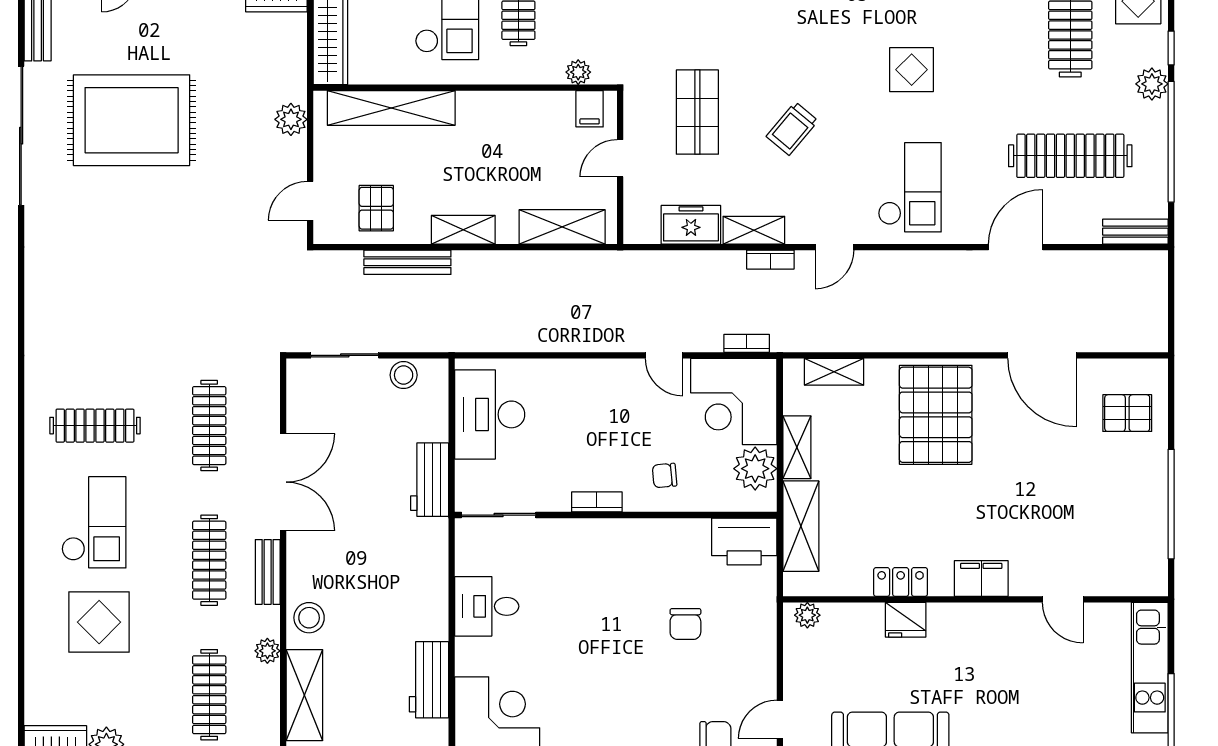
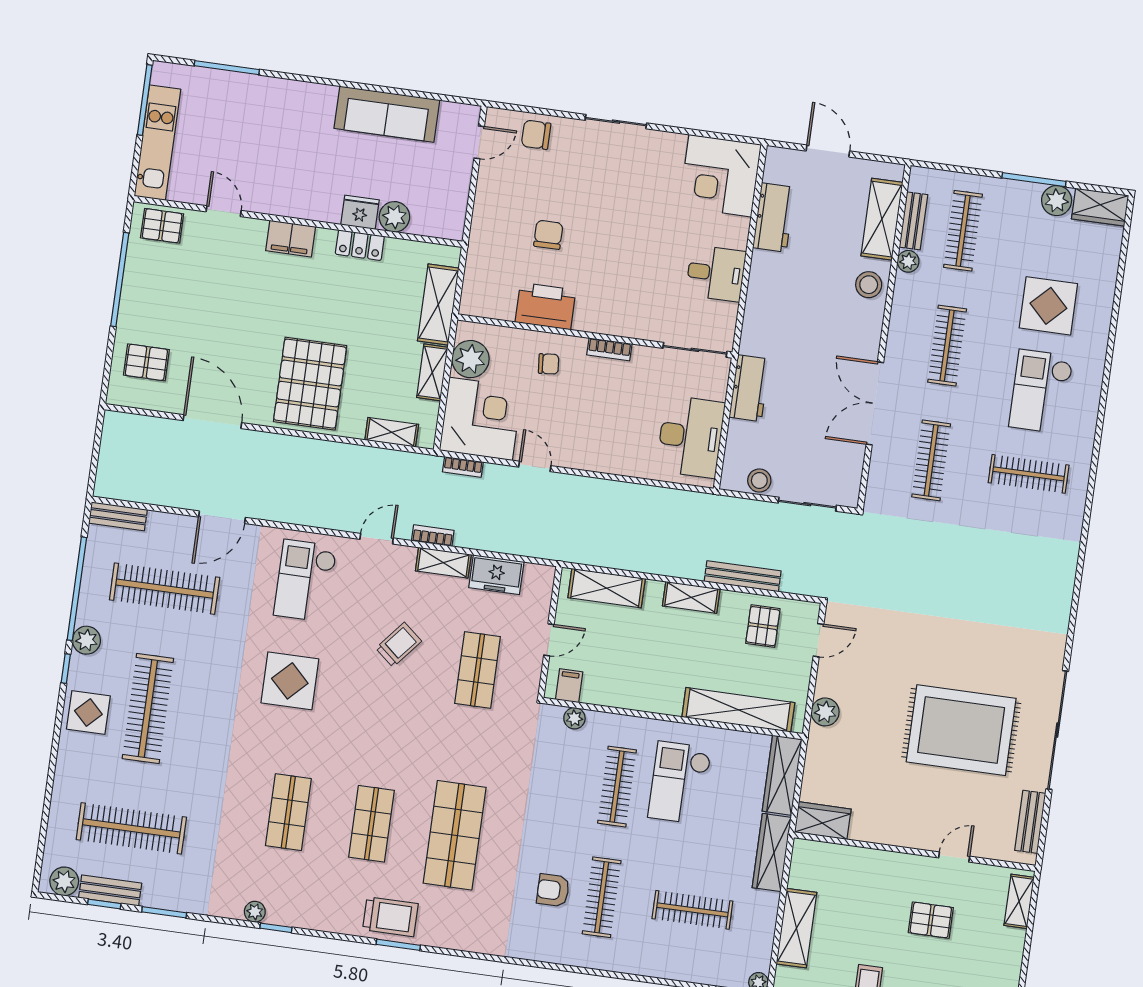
display table: (912, 70) -> (290, 681), width x1.36, depth x1.36
printer: (744, 541) -> (545, 306), moved
bench: (268, 572) -> (914, 221), moved
pallet: (1131, 573) -> (162, 226), added
plant: (807, 615) -> (394, 217), moved, width x1.38, depth x1.38

